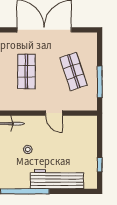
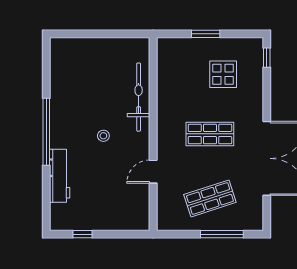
window: (100, 82) -> (222, 234), moved
workbench: (57, 179) -> (60, 176), width x0.73, depth x0.76

